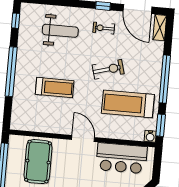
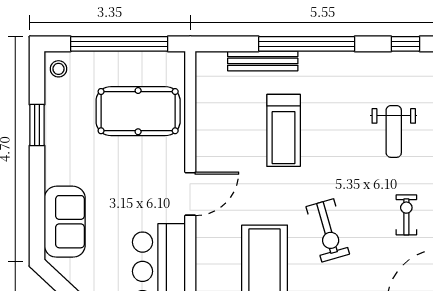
weight bench: (60, 31) -> (394, 131), width x0.73, depth x0.75
bench: (18, 95) -> (263, 61), added

